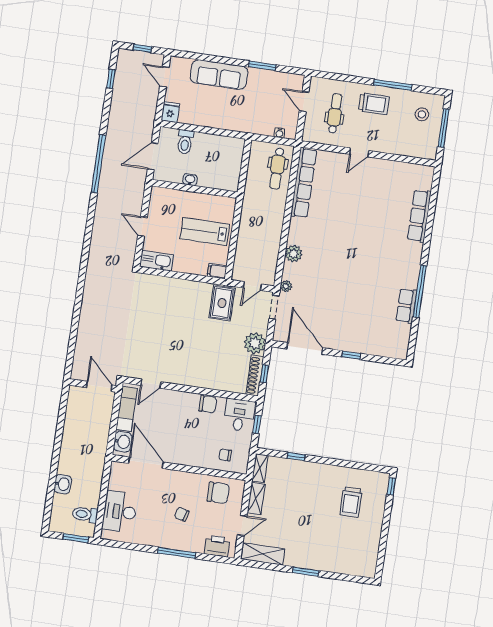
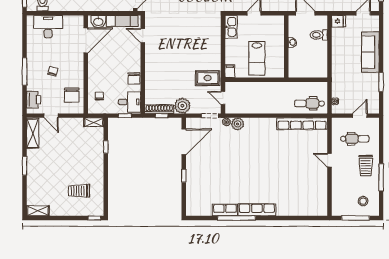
row of seats: (419, 216) -> (257, 210), moved
lab bench: (205, 232) -> (257, 58), turned 180
plant: (294, 254) -> (238, 124), moved
shelving: (256, 498) -> (38, 211), moved

